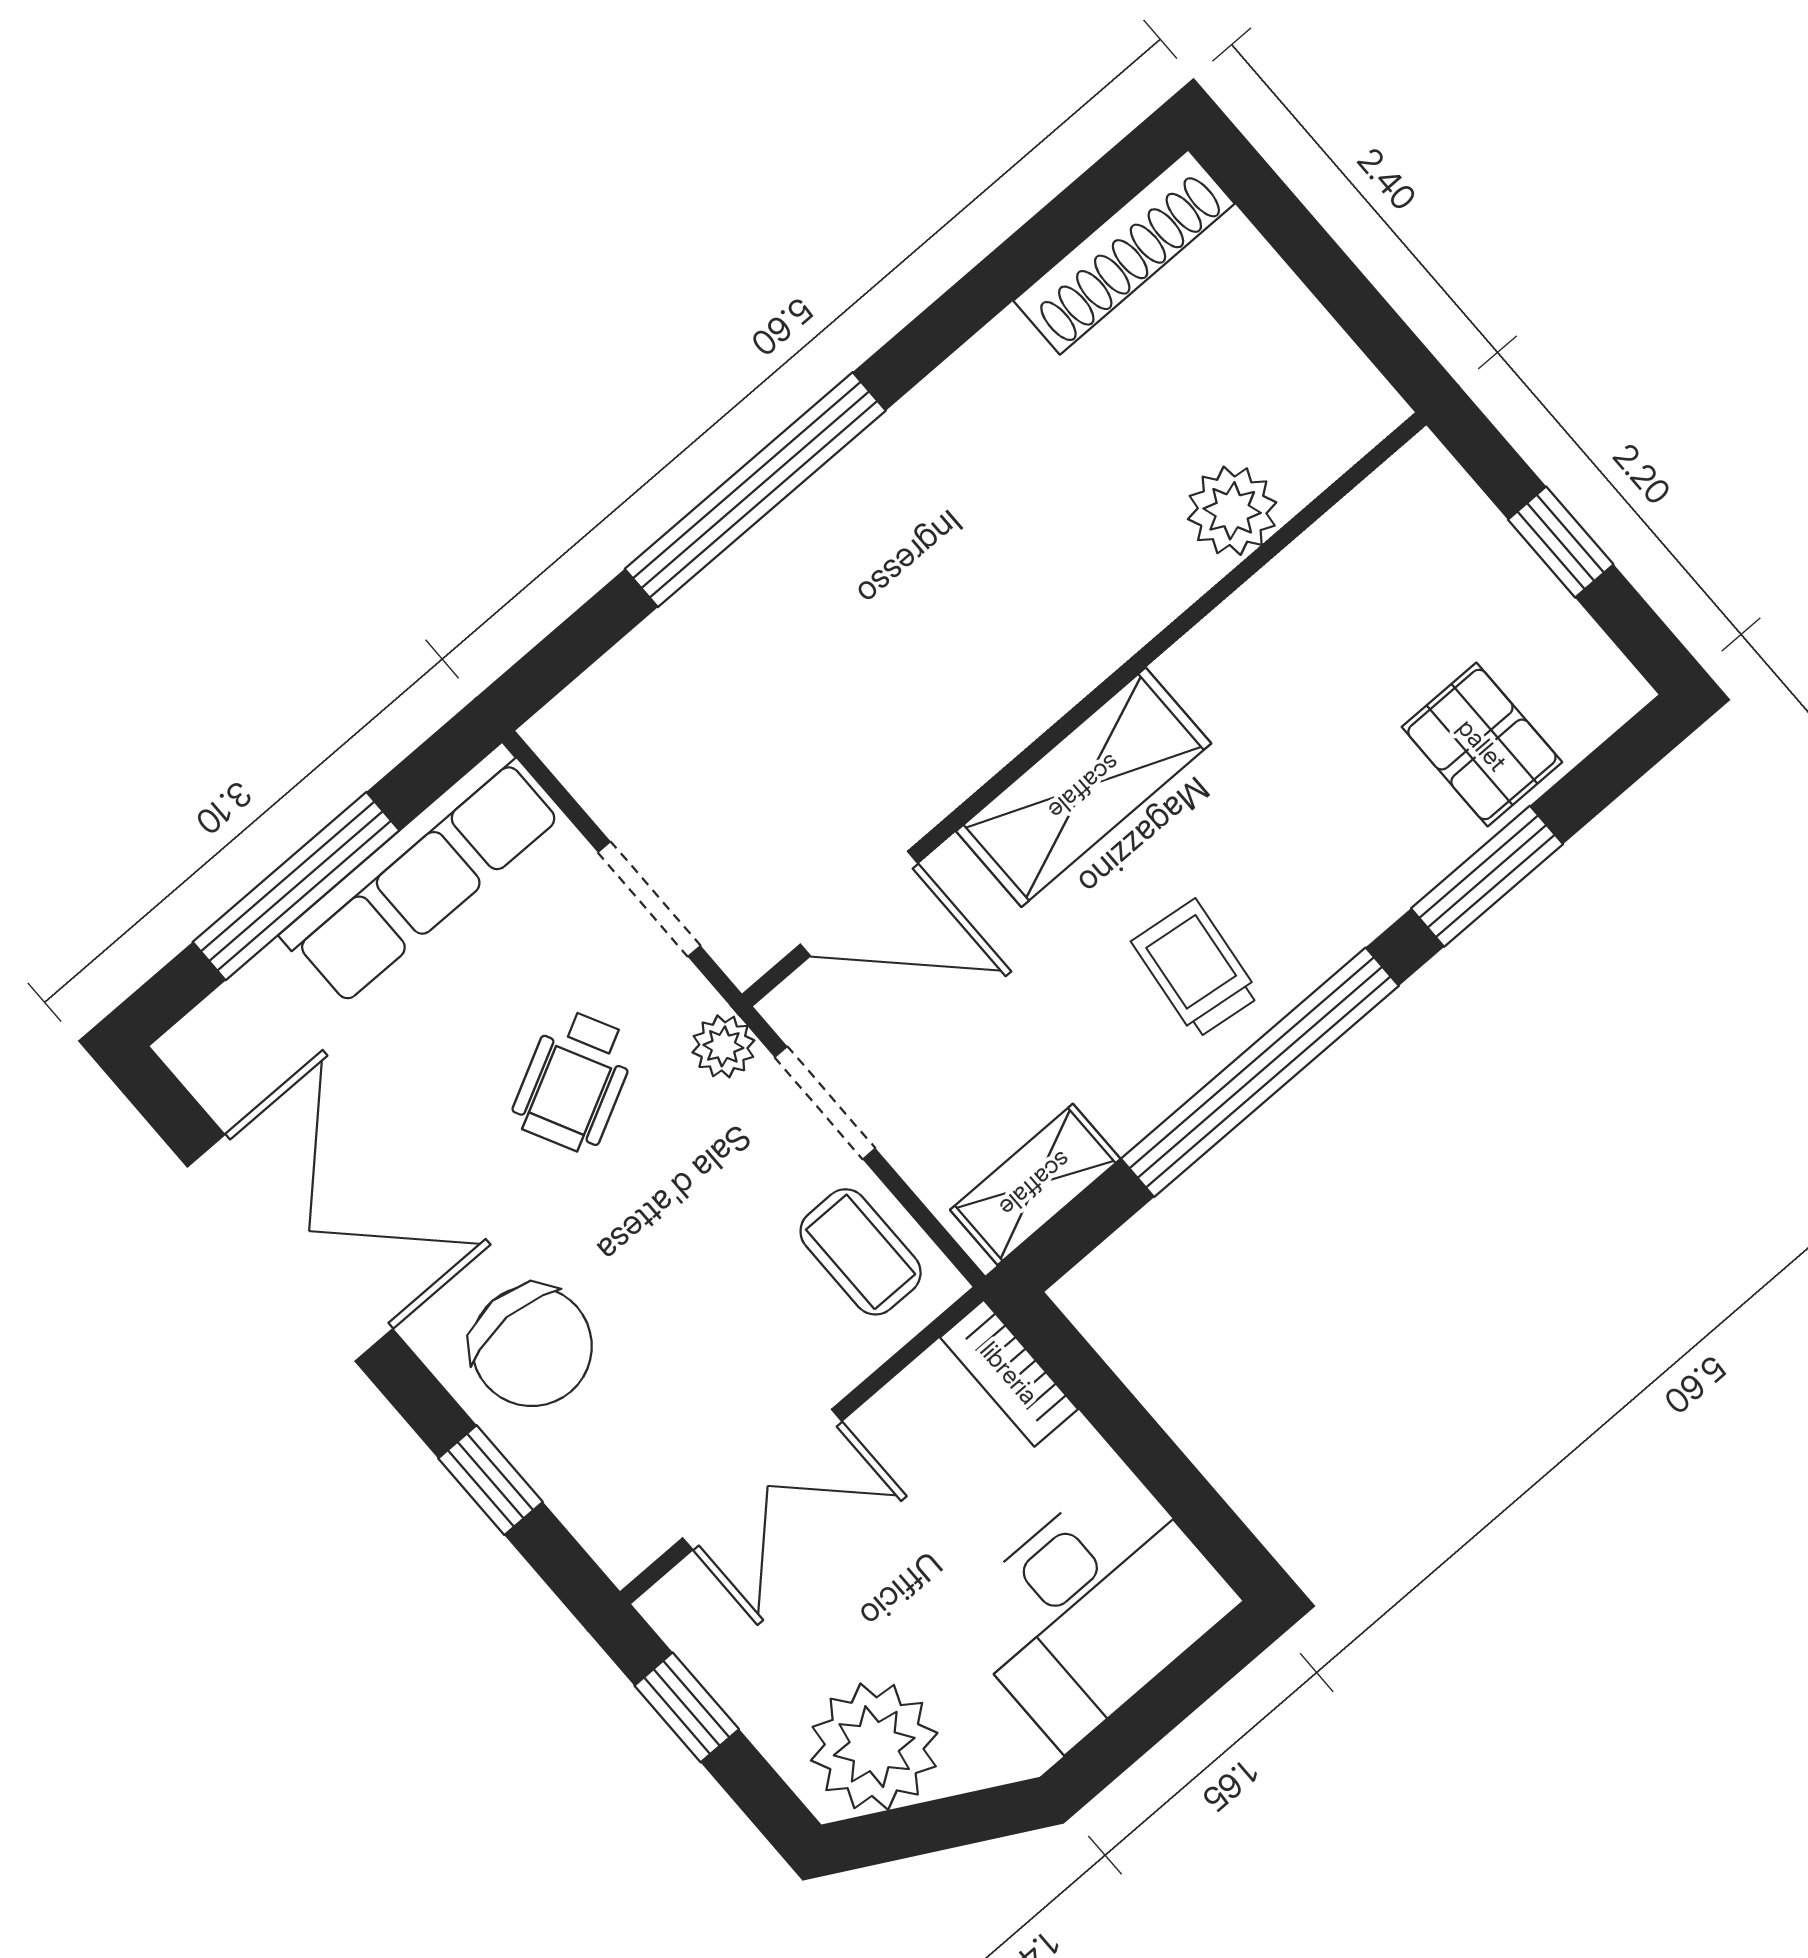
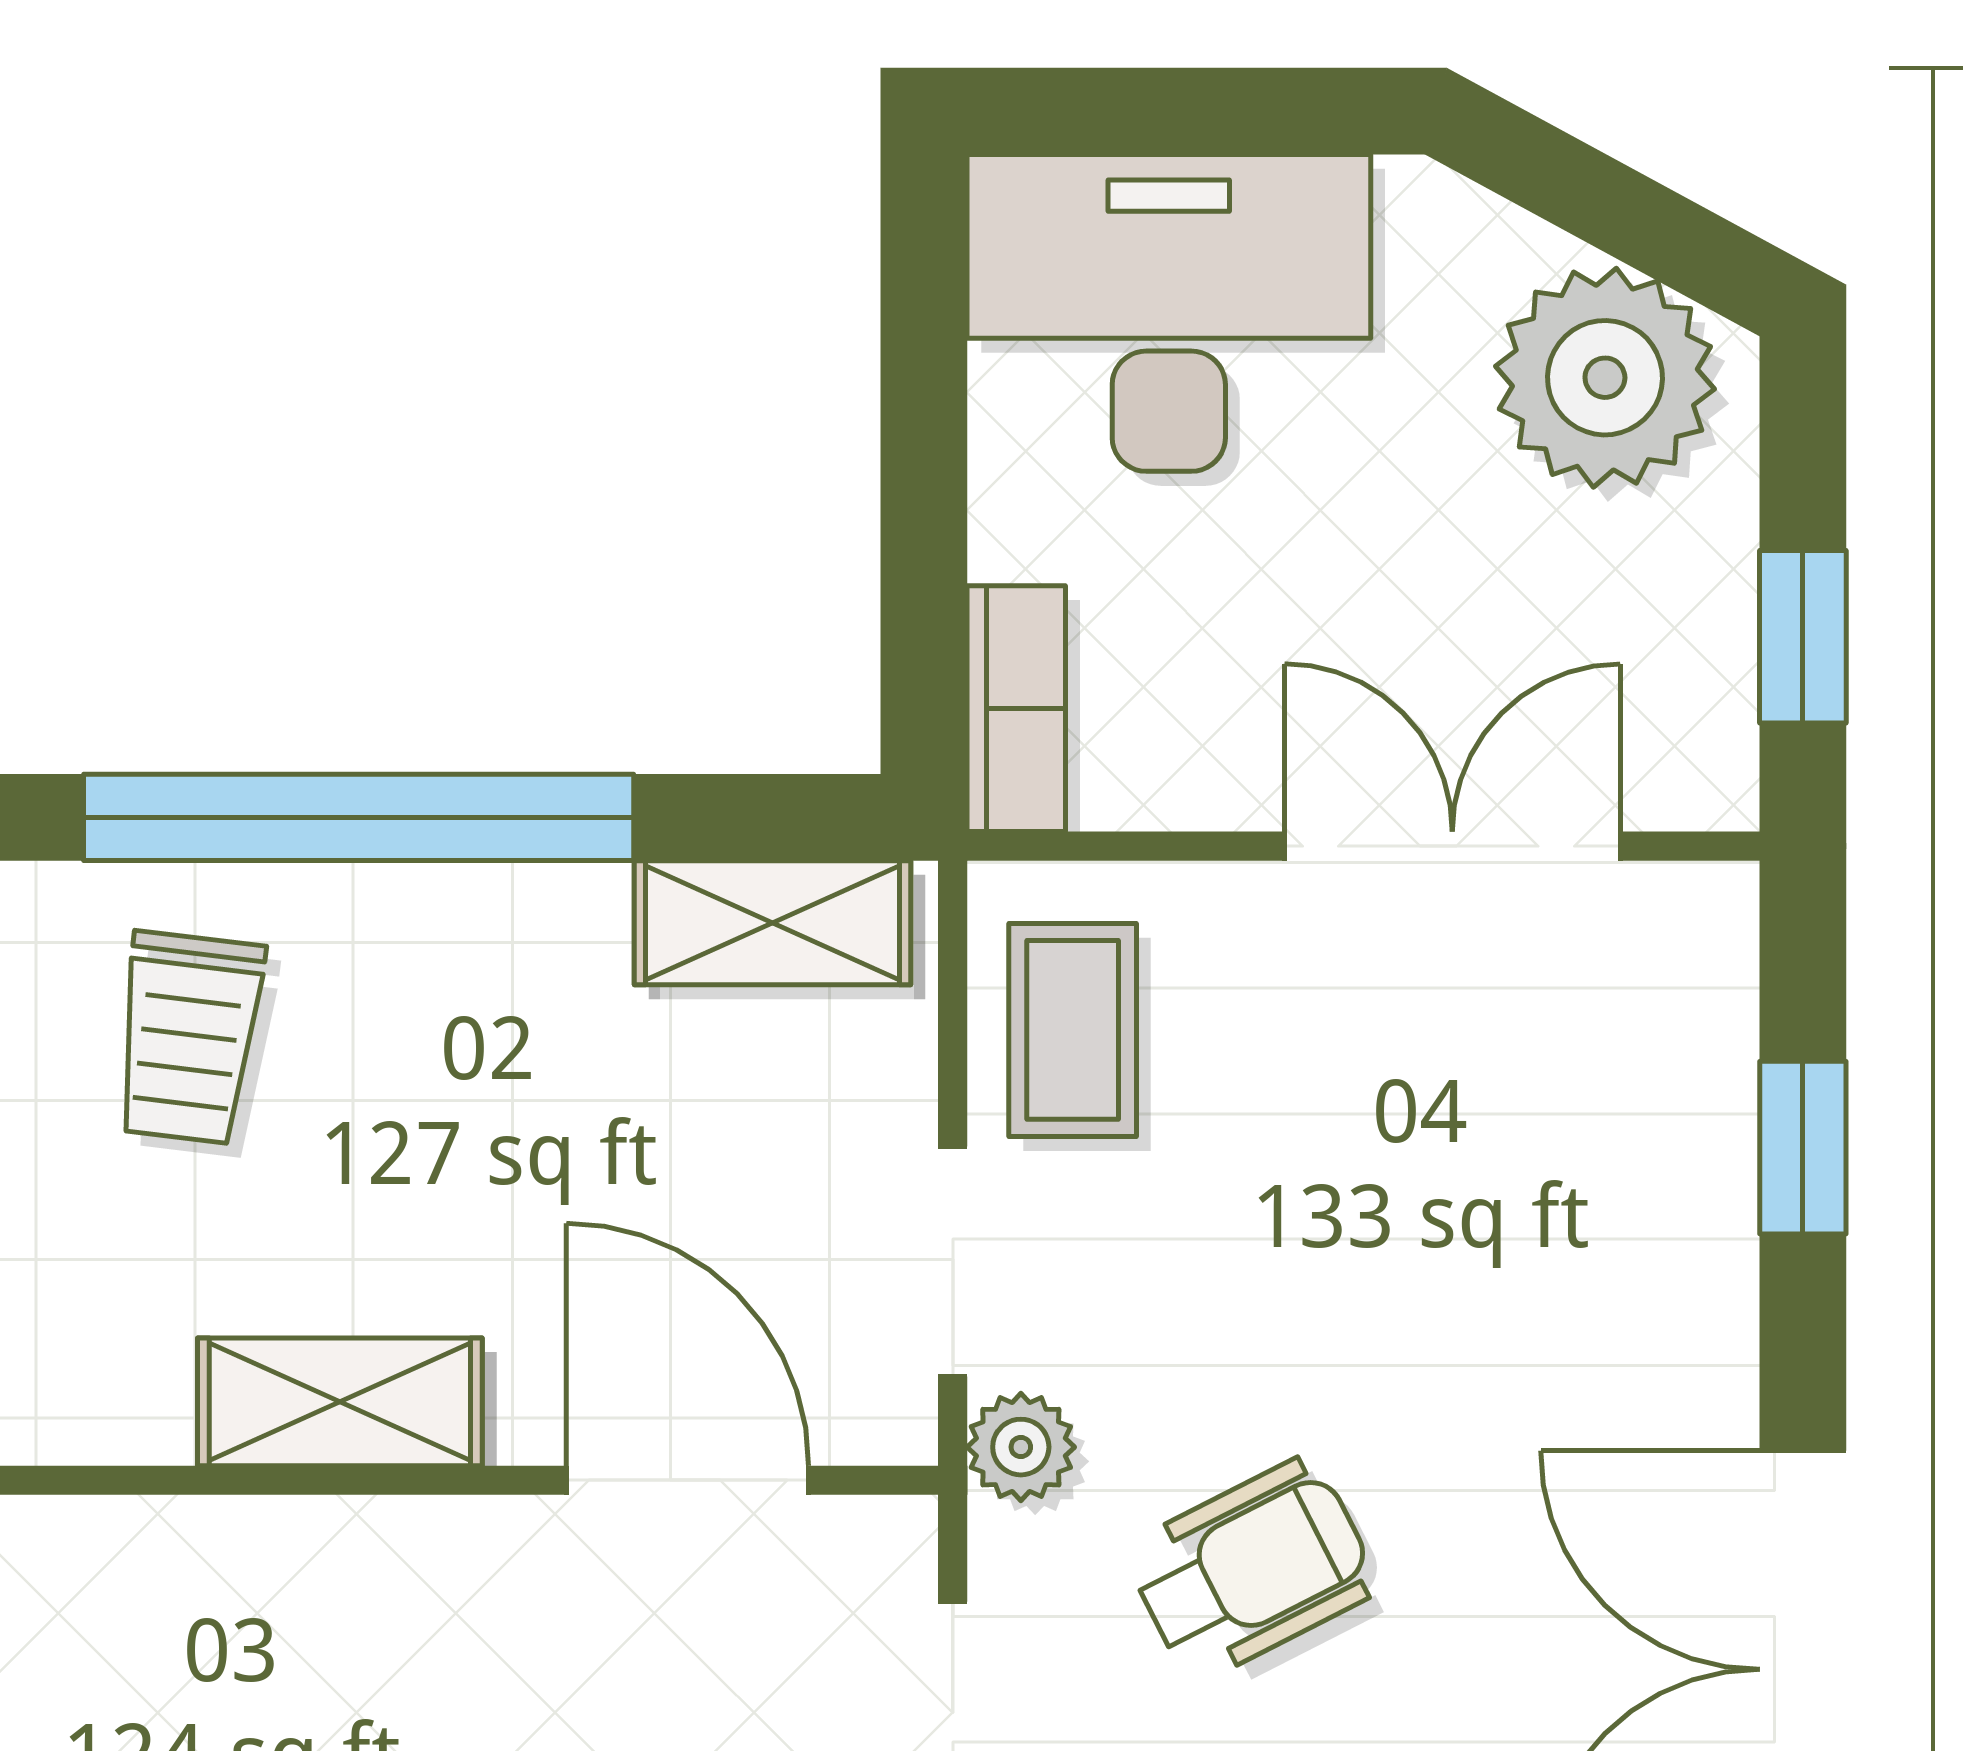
shelving: (1084, 787) -> (340, 1402), width x0.67, depth x0.75
trolley: (1196, 969) -> (188, 1038), moved
chair: (532, 1346) -> (1601, 1274), removed

